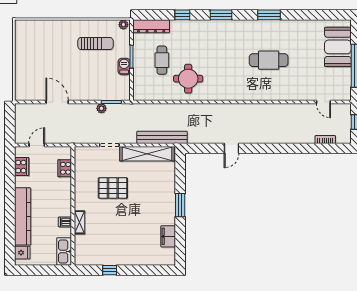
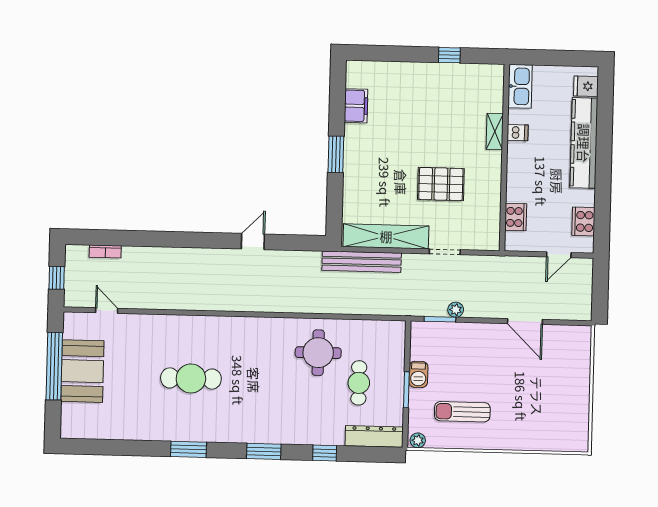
booth: (338, 47) -> (82, 371), moved

